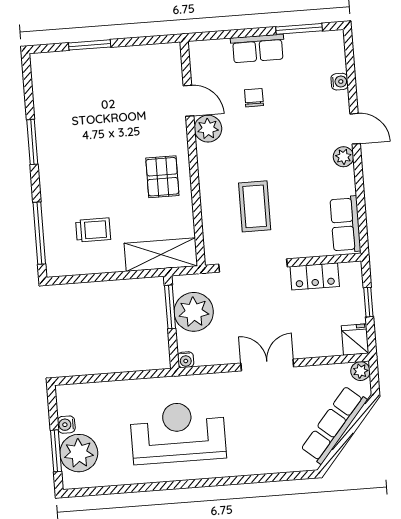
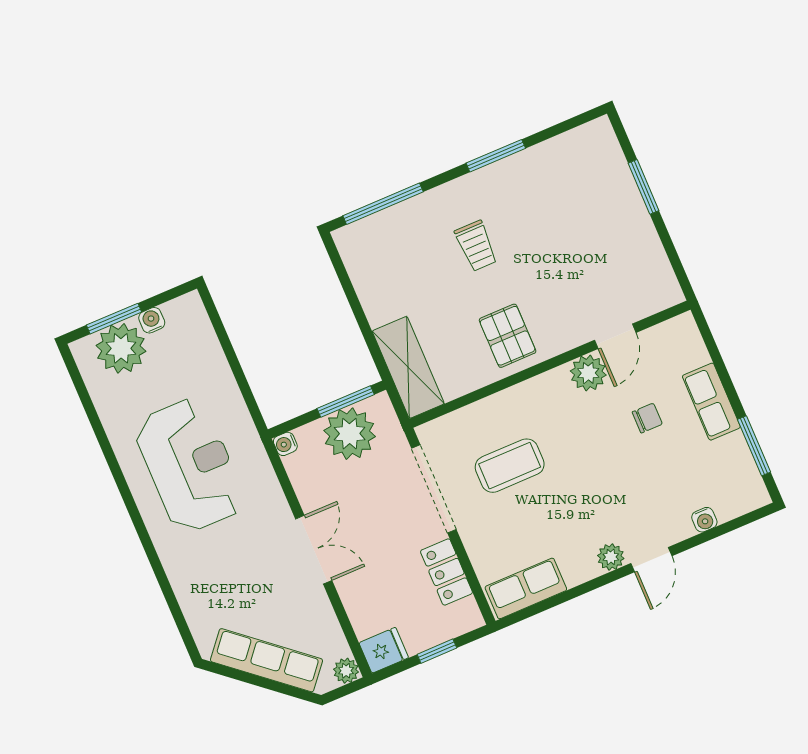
pallet: (162, 177) -> (508, 336), turned 90
trolley: (93, 230) -> (476, 246), moved

